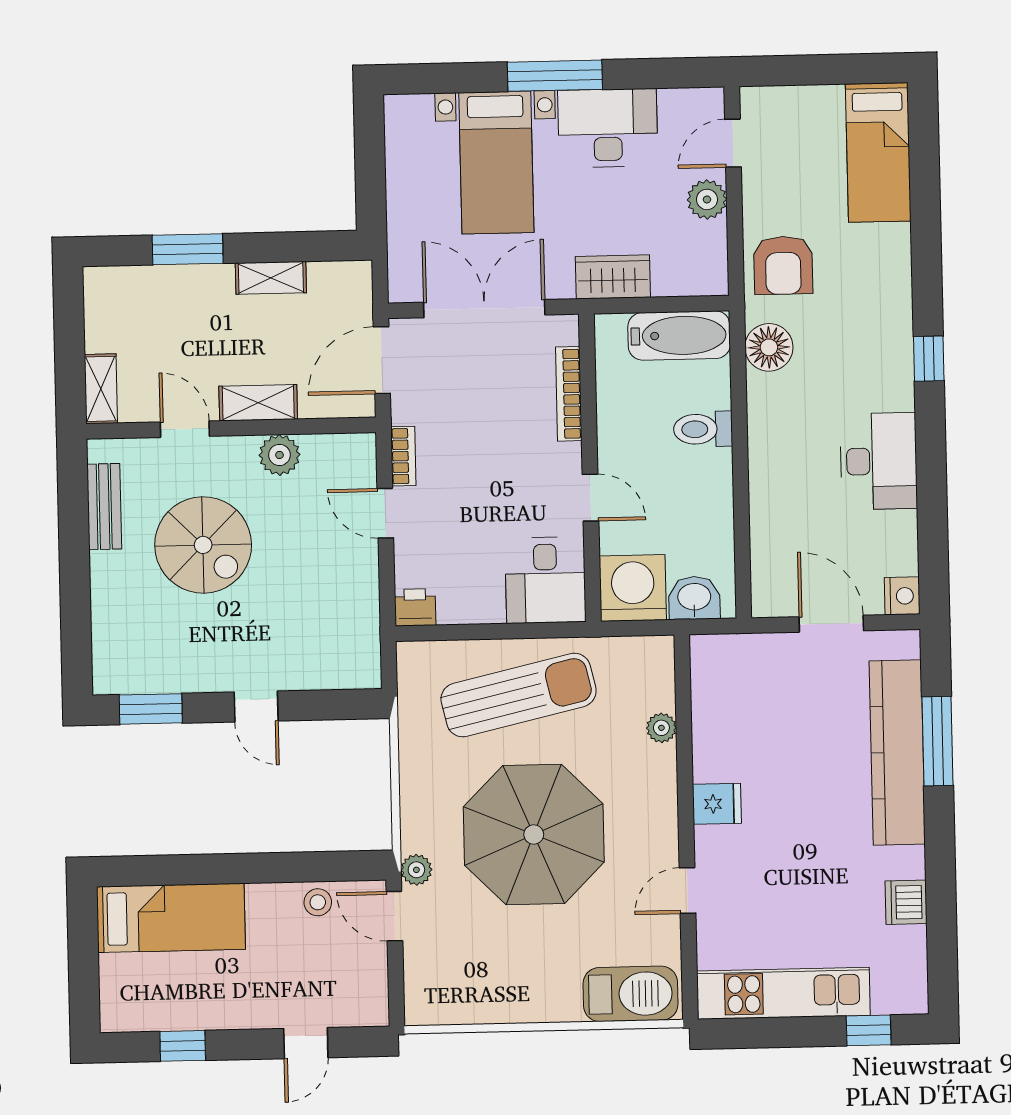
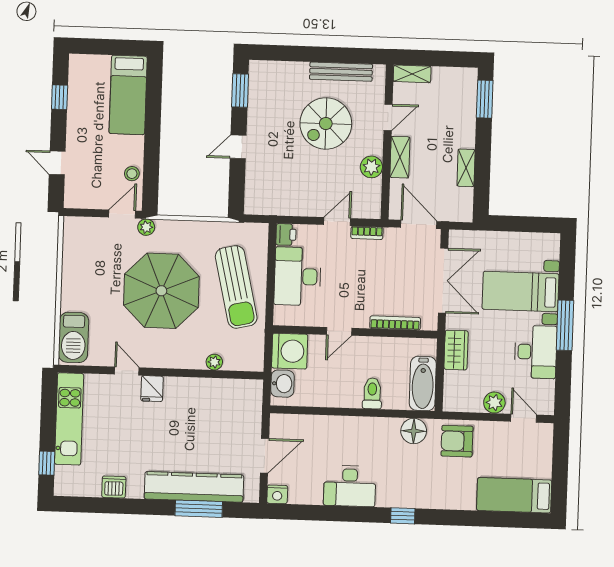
window: (188, 249) -> (485, 99), moved
bench: (104, 507) -> (341, 72), width x1.36
desk: (545, 580) -> (298, 276), moved, width x1.37
fridge: (717, 804) -> (152, 389), moved

